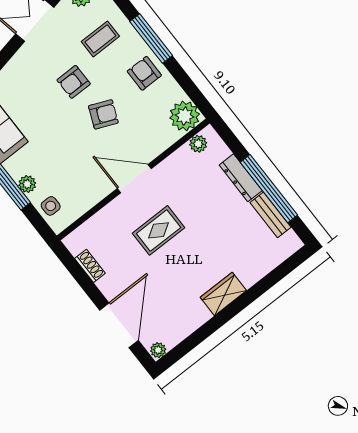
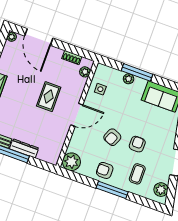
armchair: (144, 73) -> (105, 170), turned 180
plant: (198, 144) -> (85, 72), moved
side table: (51, 206) -> (100, 89), moved

